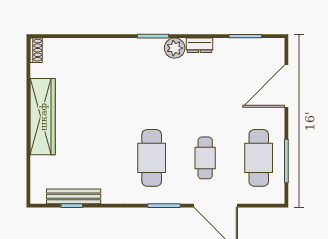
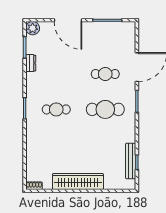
dresser: (199, 45) -> (31, 63), moved
plant: (175, 48) -> (33, 28), moved
door: (286, 86) -> (68, 20), moved
cafe table: (259, 158) -> (56, 109), moved, width x0.73, depth x0.74

